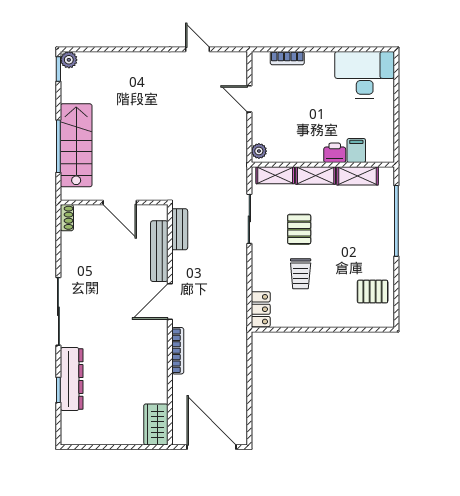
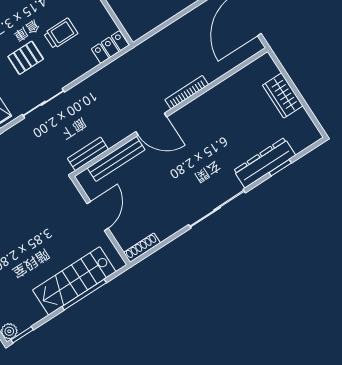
shoe rack: (67, 218) -> (142, 248), width x1.43
wardrobe: (156, 424) -> (283, 95), moved, turned 90

